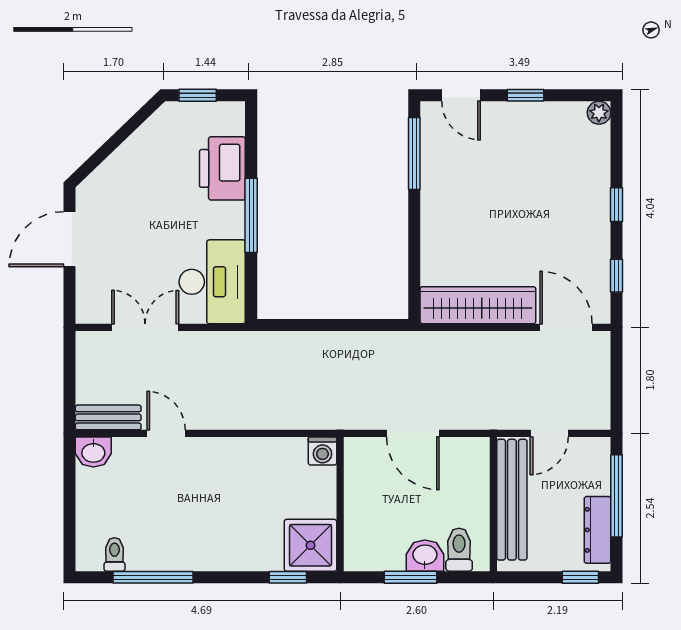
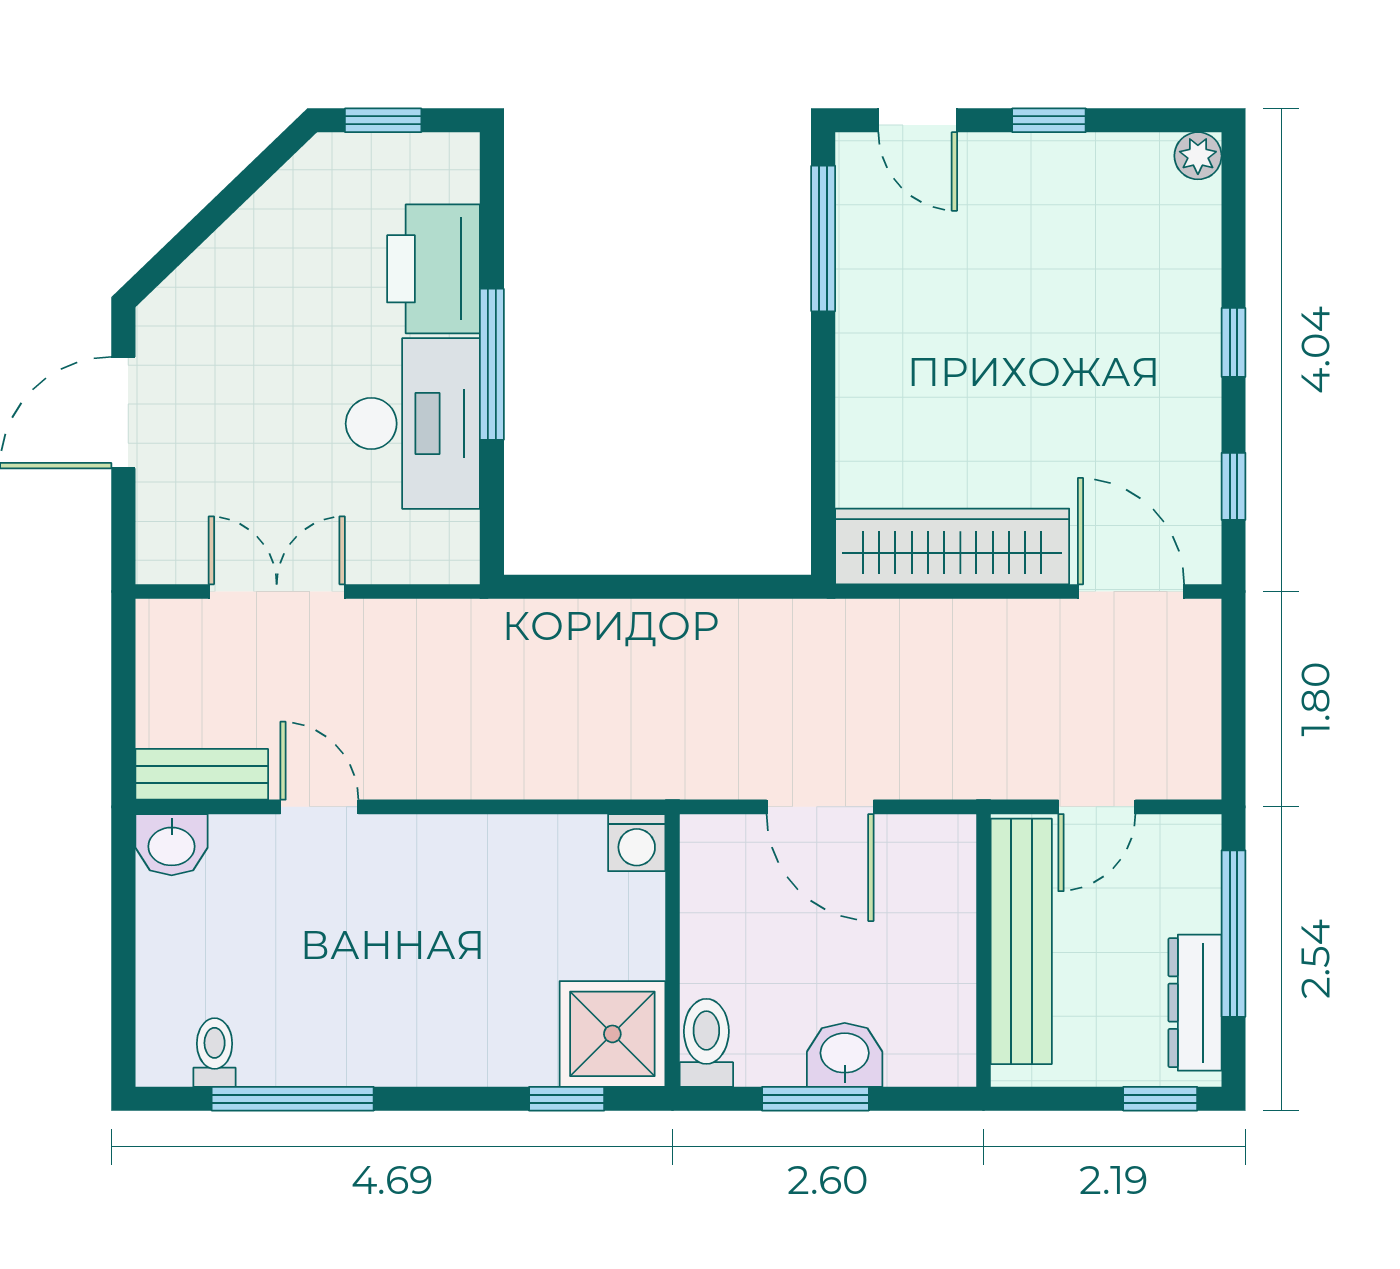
desk: (212, 282) -> (413, 424), moved
toilet: (459, 550) -> (706, 1043), moved

